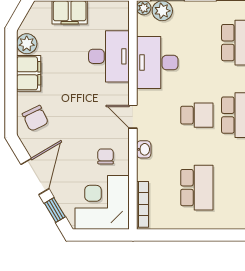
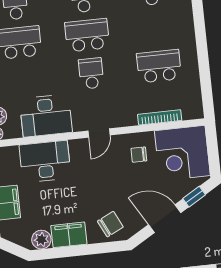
washbasin: (144, 149) -> (129, 120), removed
bookcase: (143, 204) -> (160, 117), moved

